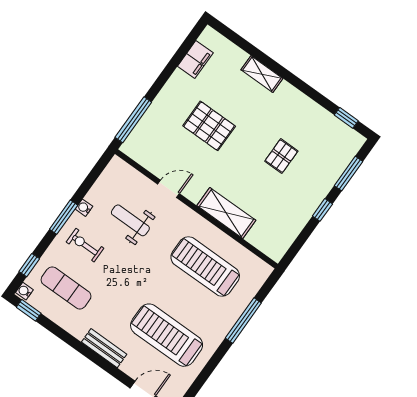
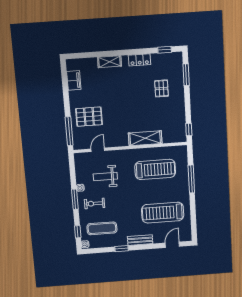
locker: (303, 104) -> (140, 60), added
pallet: (209, 126) -> (89, 117), moved
pallet: (281, 156) -> (161, 88), moved
door: (168, 189) -> (98, 150), moved
window: (322, 210) -> (189, 130), moved
treadmill: (205, 266) -> (155, 169), turned 180
window: (29, 310) -> (122, 249), moved

